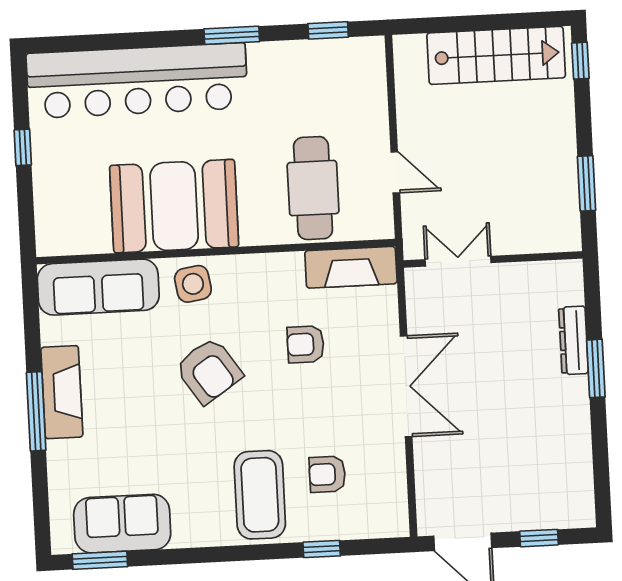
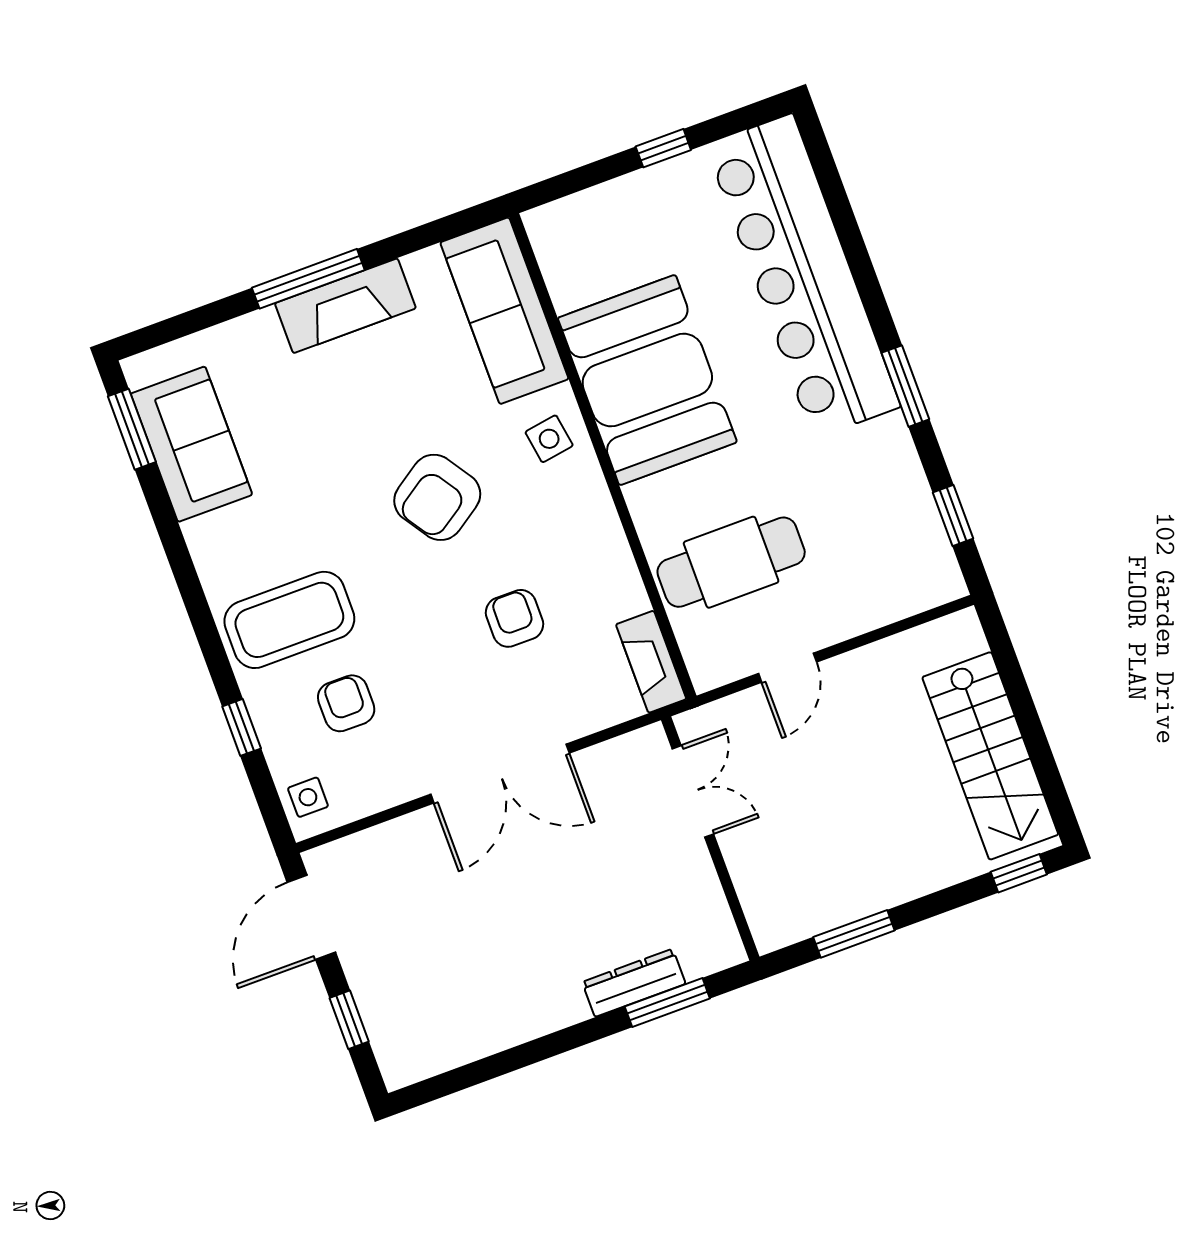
fireplace: (351, 267) -> (651, 662), width x0.73, depth x0.76
side table: (193, 284) -> (549, 439), width x0.73, depth x0.73
window: (596, 368) -> (667, 1002), moved
side table: (382, 519) -> (308, 797), added

